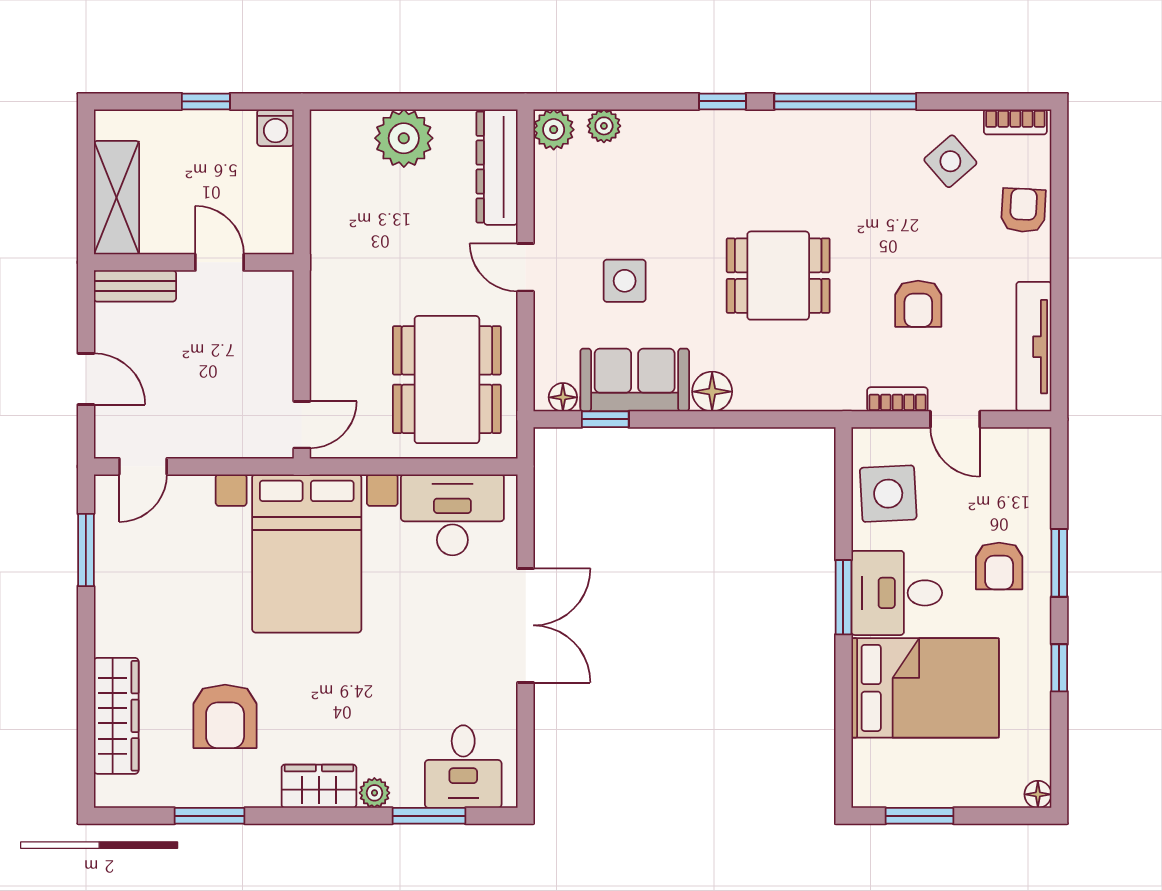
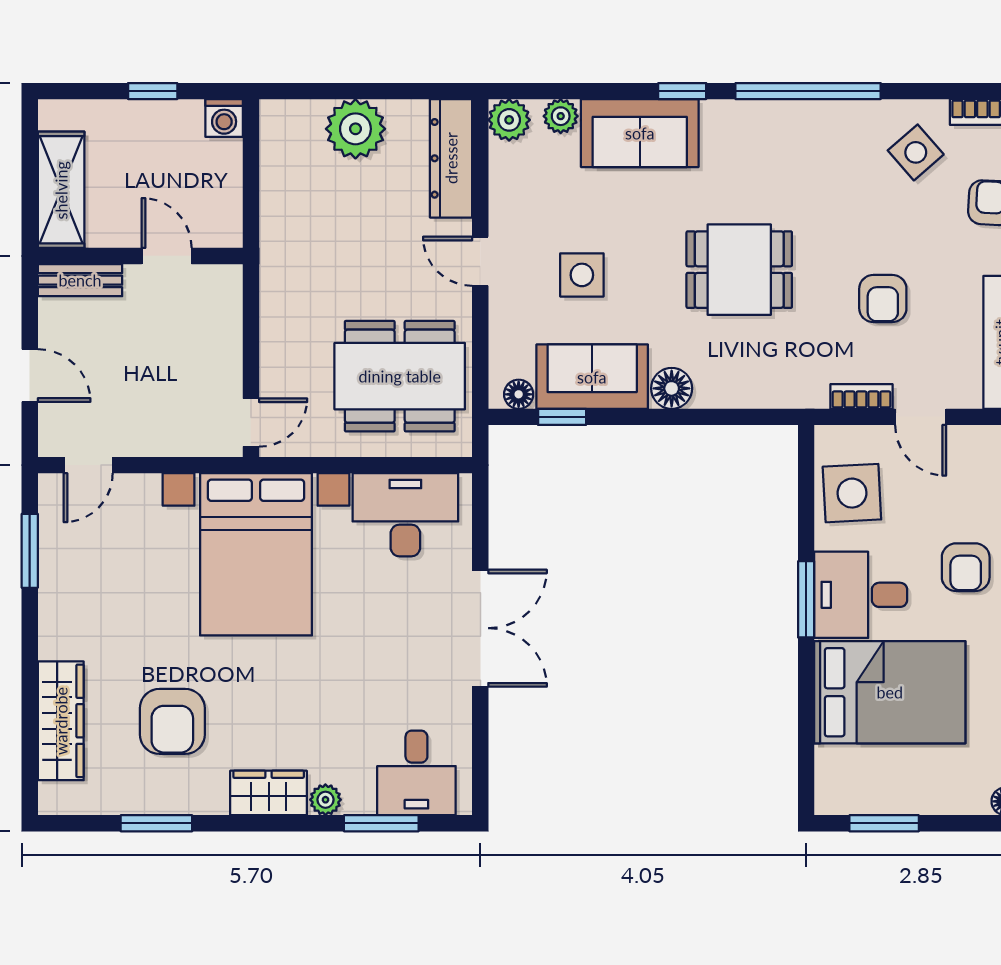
sofa: (681, 142) -> (640, 133), added
dining table: (447, 380) -> (400, 376), turned 90

